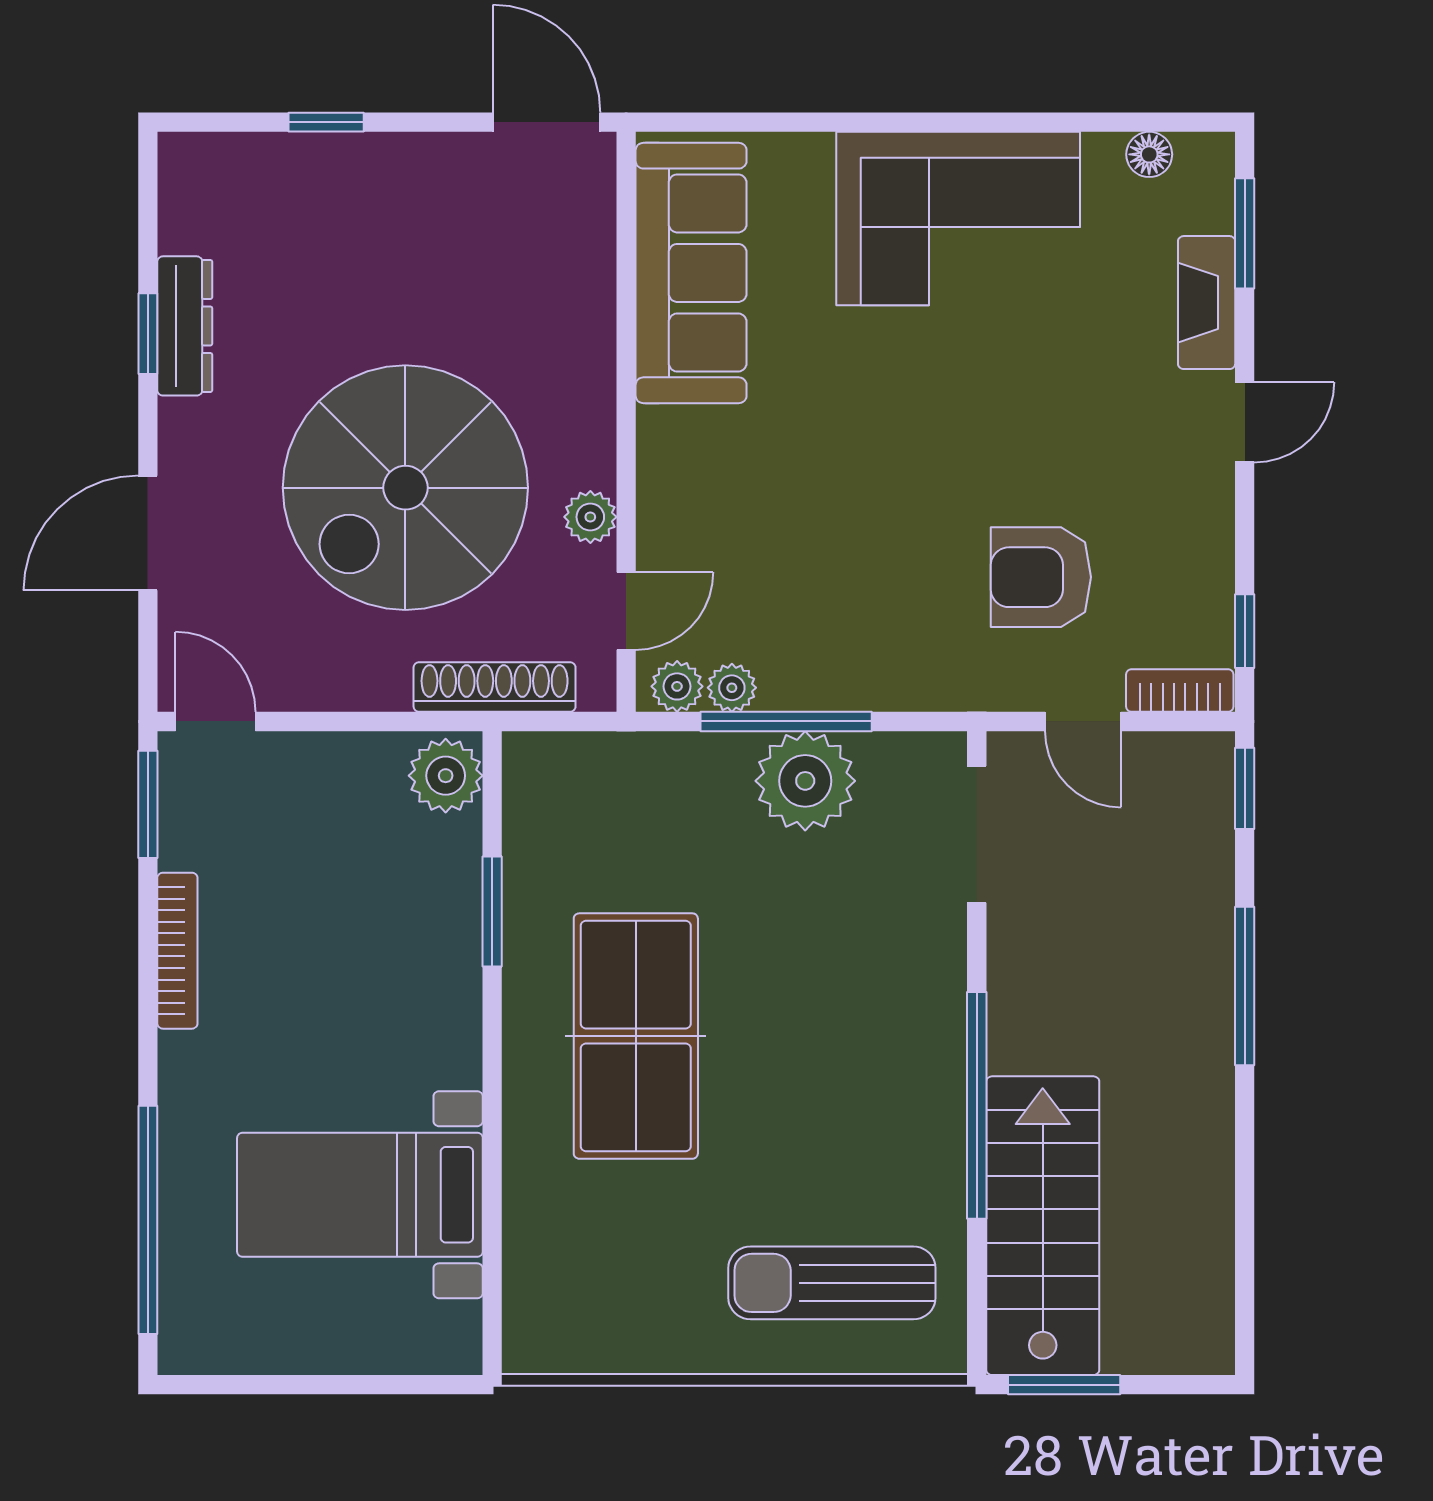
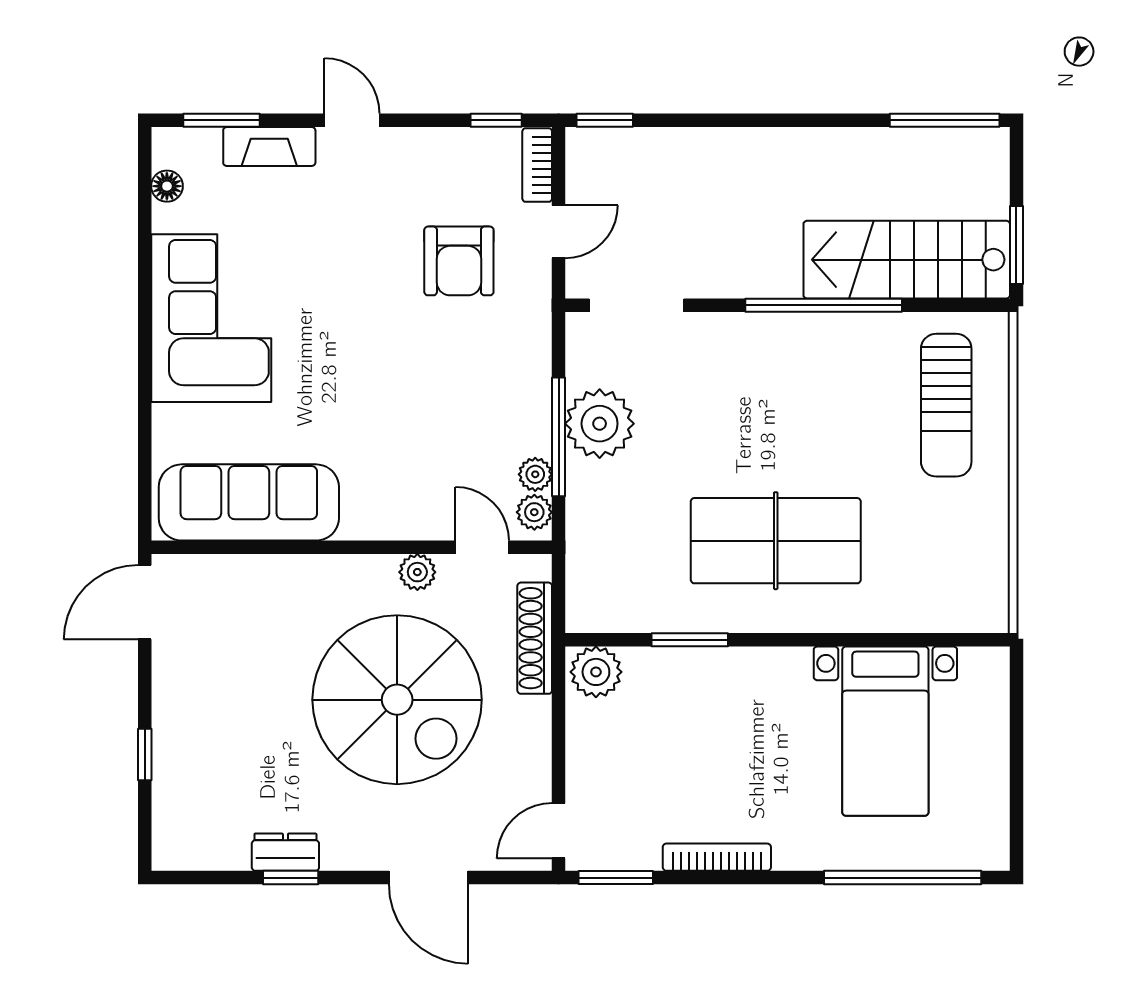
dresser: (185, 326) -> (285, 852), width x0.70
window: (1245, 986) -> (945, 120), moved

